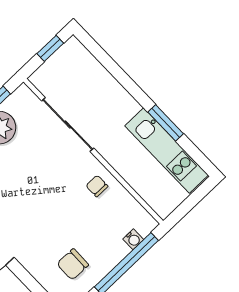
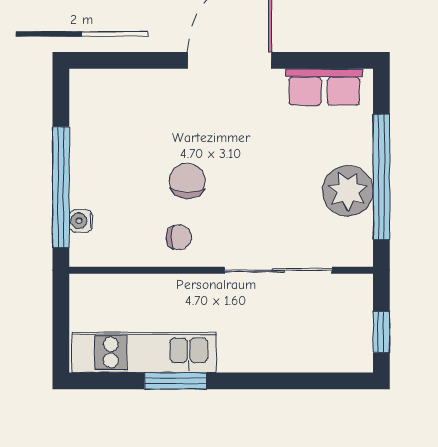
chair: (73, 264) -> (187, 181), moved

